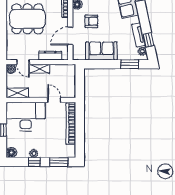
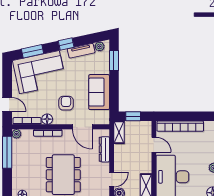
window: (148, 40) -> (66, 44), moved
shelving: (40, 69) -> (119, 132), moved
window: (80, 81) -> (133, 116), added
door: (54, 100) -> (154, 145), swing flipped

